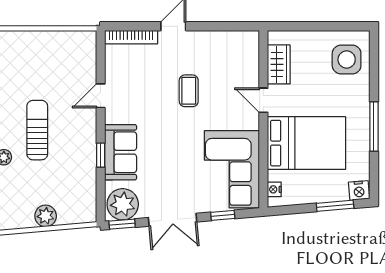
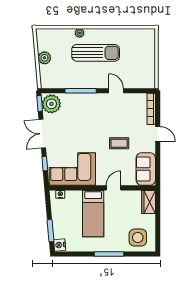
wardrobe: (279, 64) -> (149, 202), moved, turned 90
window: (374, 127) -> (109, 254), moved
sun lounger: (37, 130) -> (96, 53), width x1.36, depth x1.34
bed: (307, 143) -> (93, 214), width x0.67
sofa: (121, 152) -> (146, 169), moved, turned 90
window: (101, 155) -> (81, 91), width x2.17

